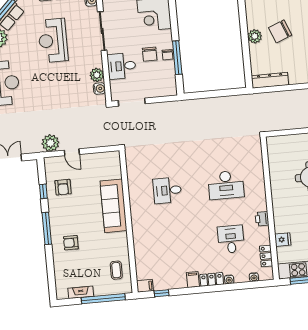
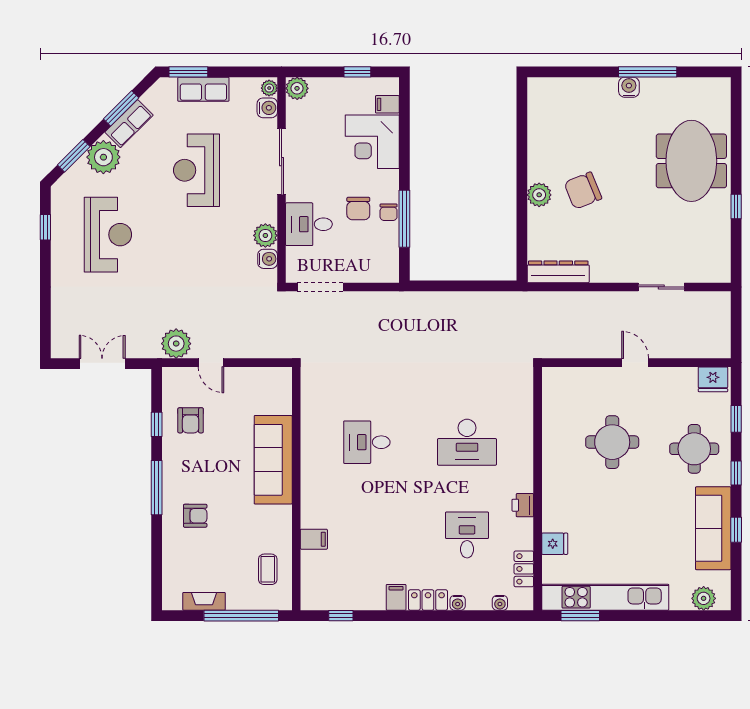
armchair: (71, 243) -> (195, 516), turned 180
filing cabinet: (145, 286) -> (314, 539), moved

